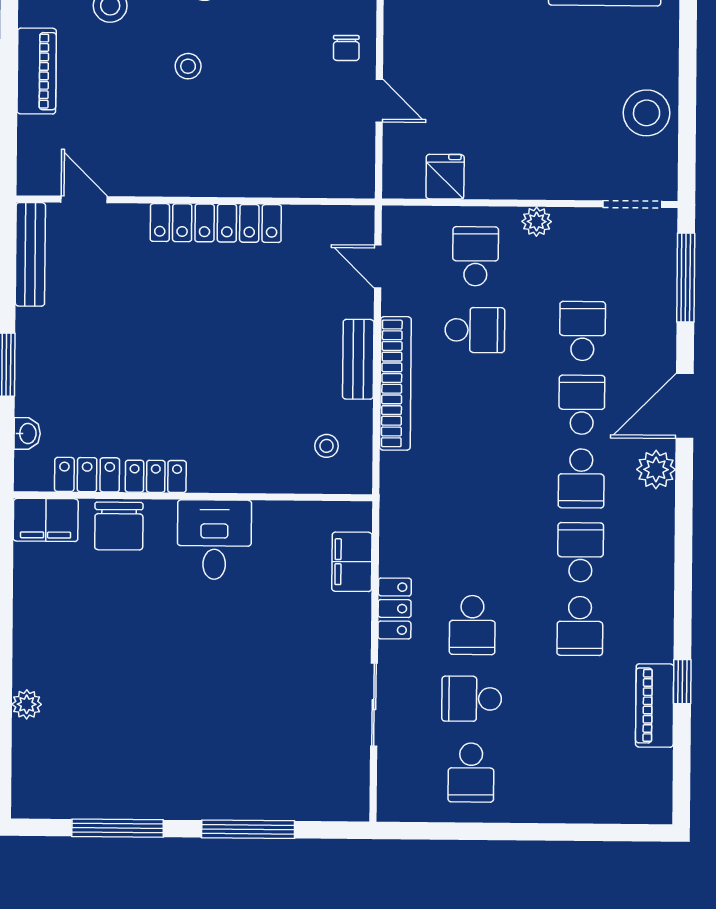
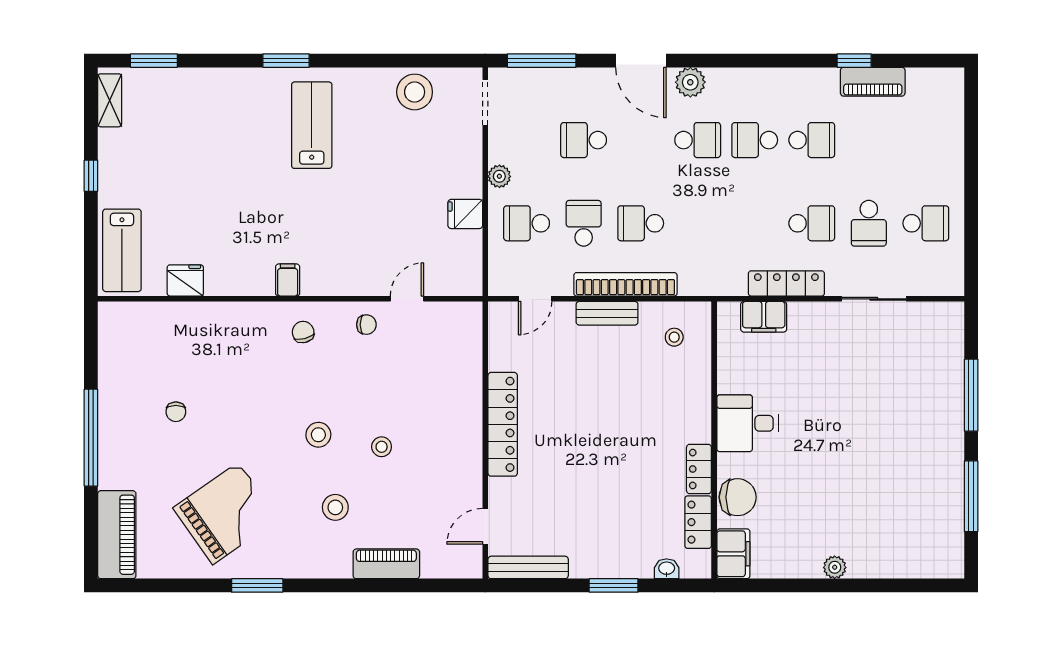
fridge: (445, 177) -> (465, 214), moved
school desk: (582, 405) -> (641, 223), moved
locker: (395, 609) -> (786, 283), width x1.53
plant: (27, 704) -> (835, 567), moved

